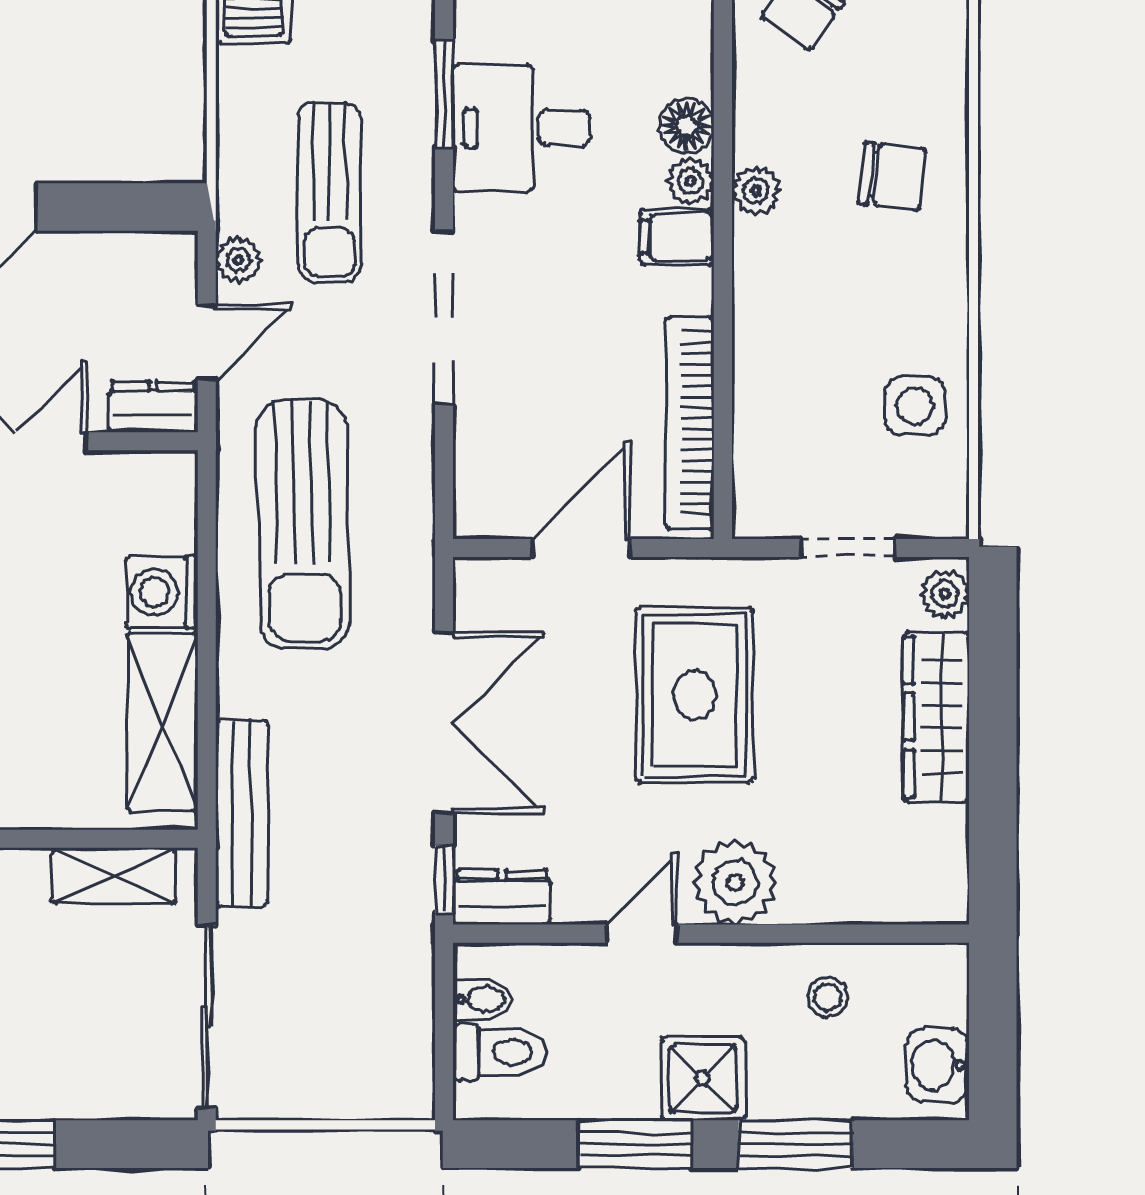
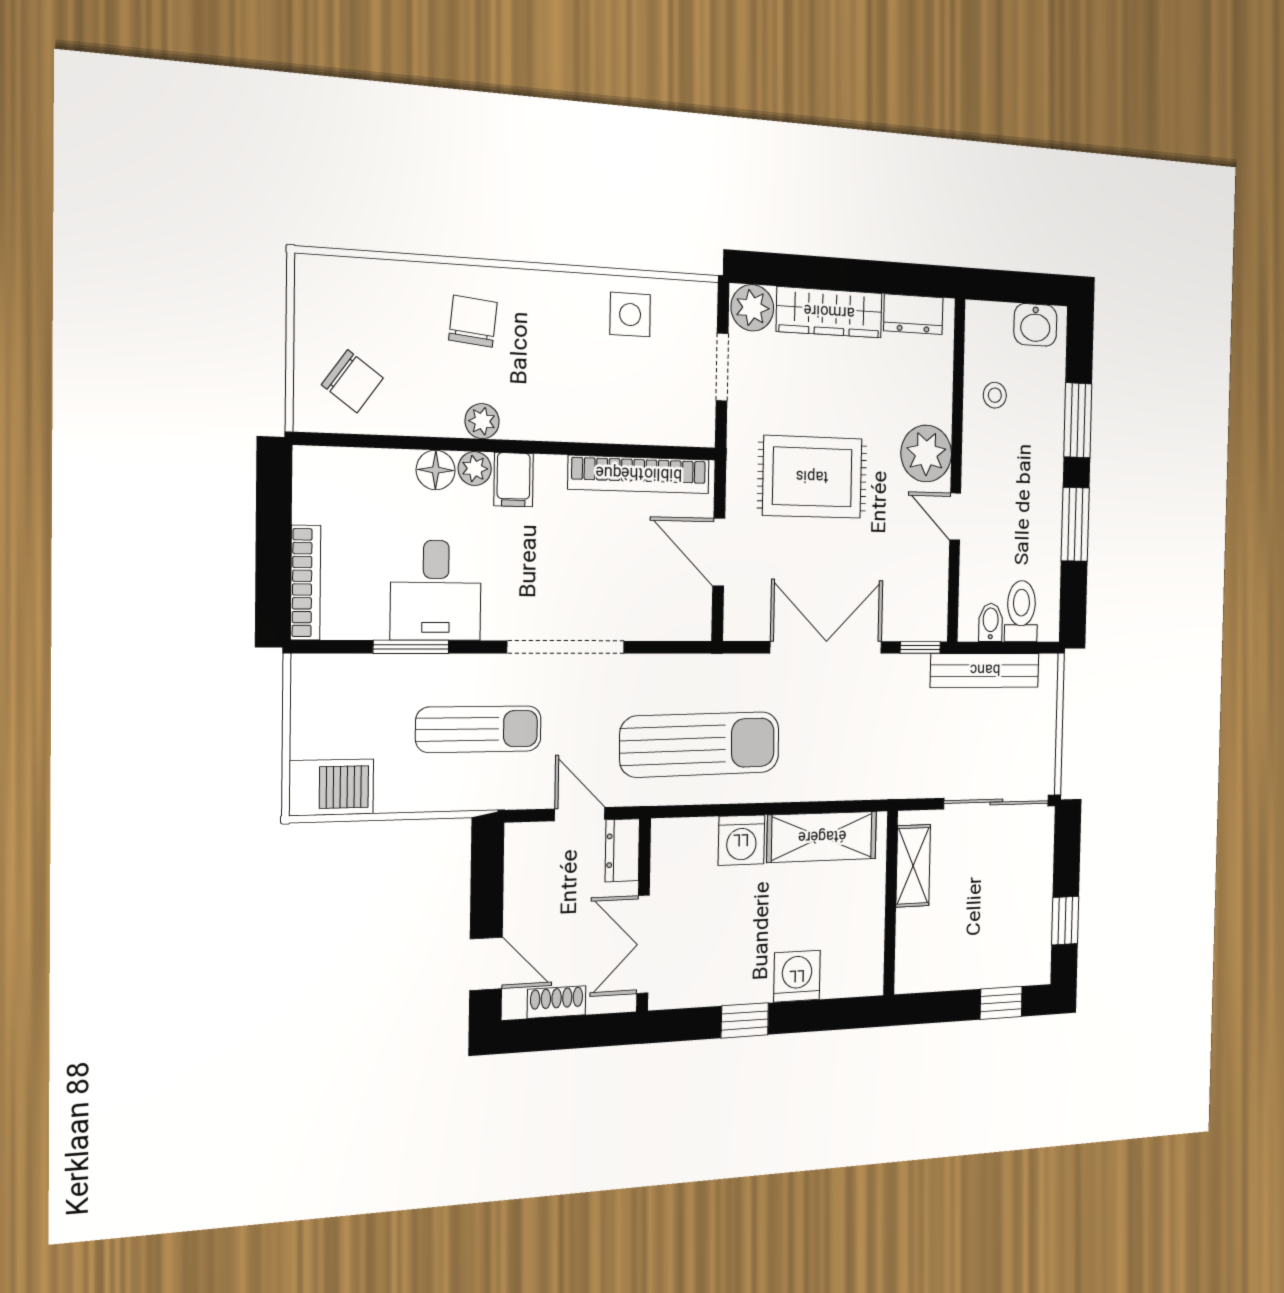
plant: (238, 260) -> (525, 793), removed
plant: (945, 594) -> (752, 308), width x1.38, depth x1.38
bench: (242, 813) -> (985, 670), moved
dresser: (502, 897) -> (913, 314), moved, turned -90
shower: (703, 1079) -> (1039, 479), removed

